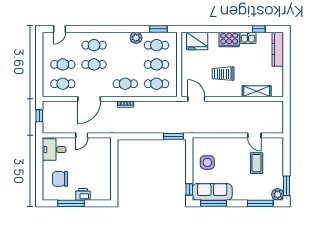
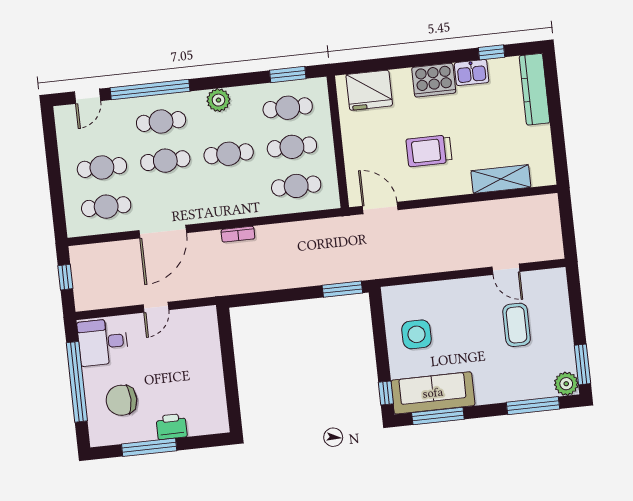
window: (90, 29) -> (150, 89), added
plant: (136, 38) -> (218, 100), moved
cafe table: (125, 84) -> (229, 154), moved
window: (39, 168) -> (77, 382), added

